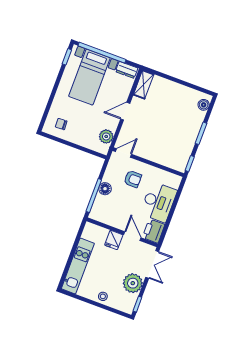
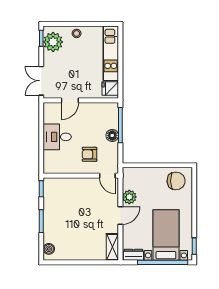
chair: (61, 124) -> (176, 181), width x1.87, depth x1.87
plant: (106, 136) -> (129, 197), moved
door: (123, 153) -> (107, 176), hinge flipped
desk: (159, 202) -> (57, 137), width x0.73
printer: (154, 231) -> (52, 113), removed
door: (132, 236) -> (70, 100), hinge flipped
fridge: (114, 240) -> (110, 88), moved, turned -90
plant: (133, 283) -> (53, 42), moved

